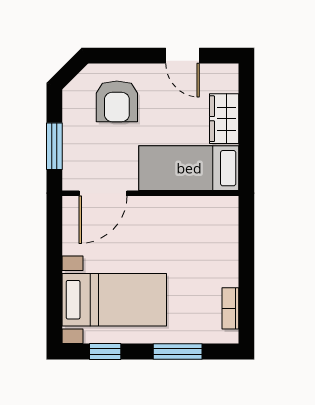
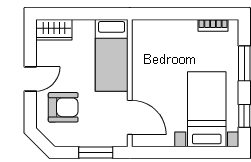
door: (183, 56) -> (30, 79), moved
wardrobe: (224, 119) -> (54, 30), moved

